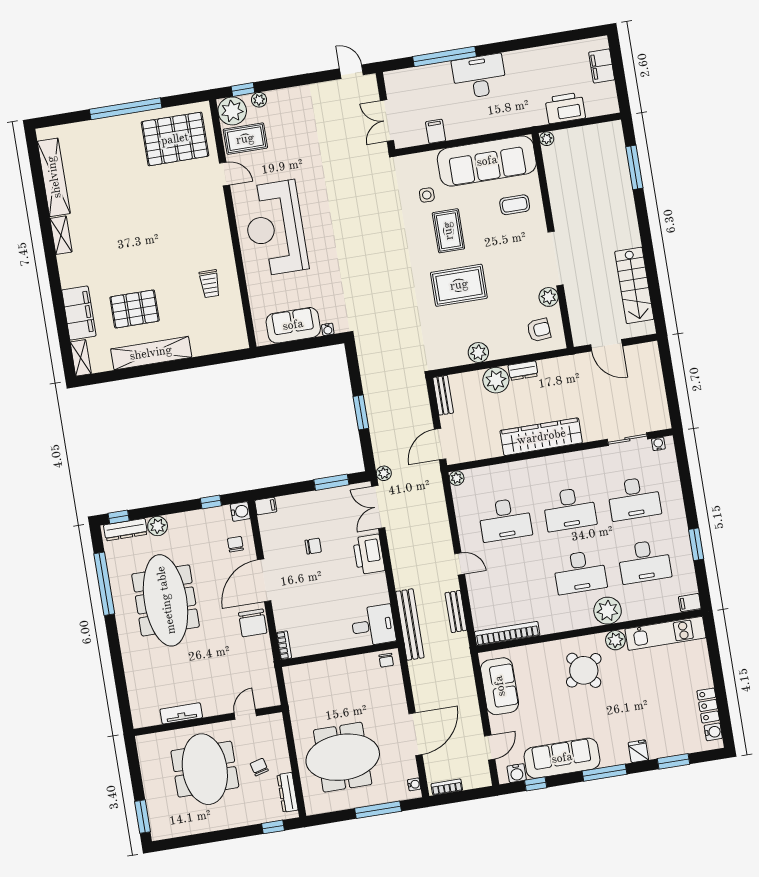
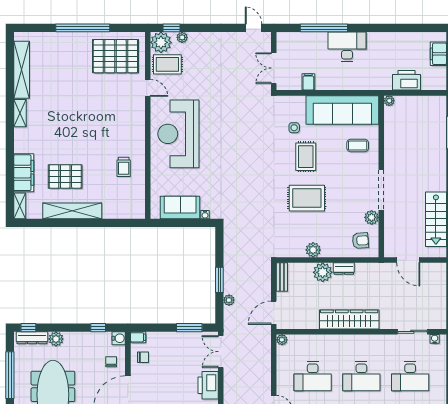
plant: (384, 473) -> (229, 300), moved
chair: (313, 546) -> (143, 357), moved

